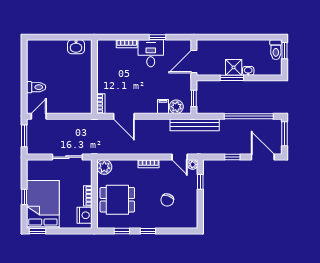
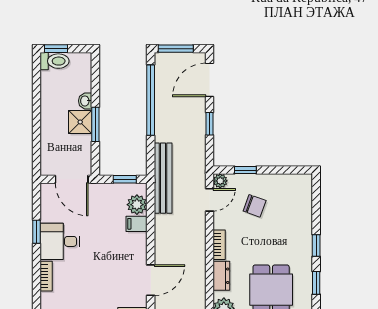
dresser: (127, 165) -> (221, 276), added
chair: (167, 200) -> (255, 206), moved

